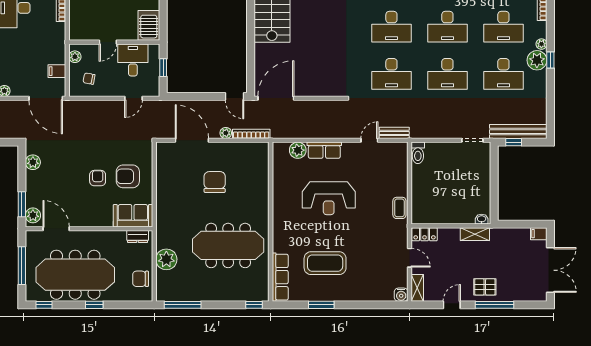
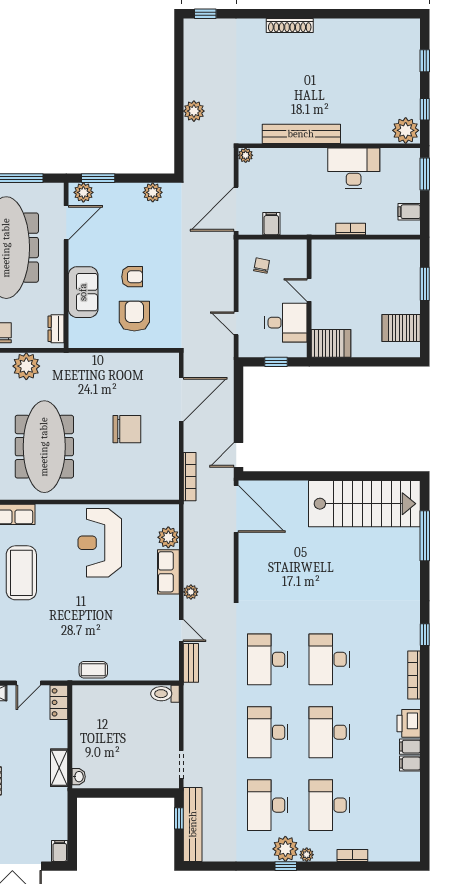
plant: (75, 57) -> (290, 247), removed
plant: (226, 133) -> (191, 592), moved
reception desk: (329, 198) -> (100, 543), moved
sofa: (133, 216) -> (83, 292), moved

